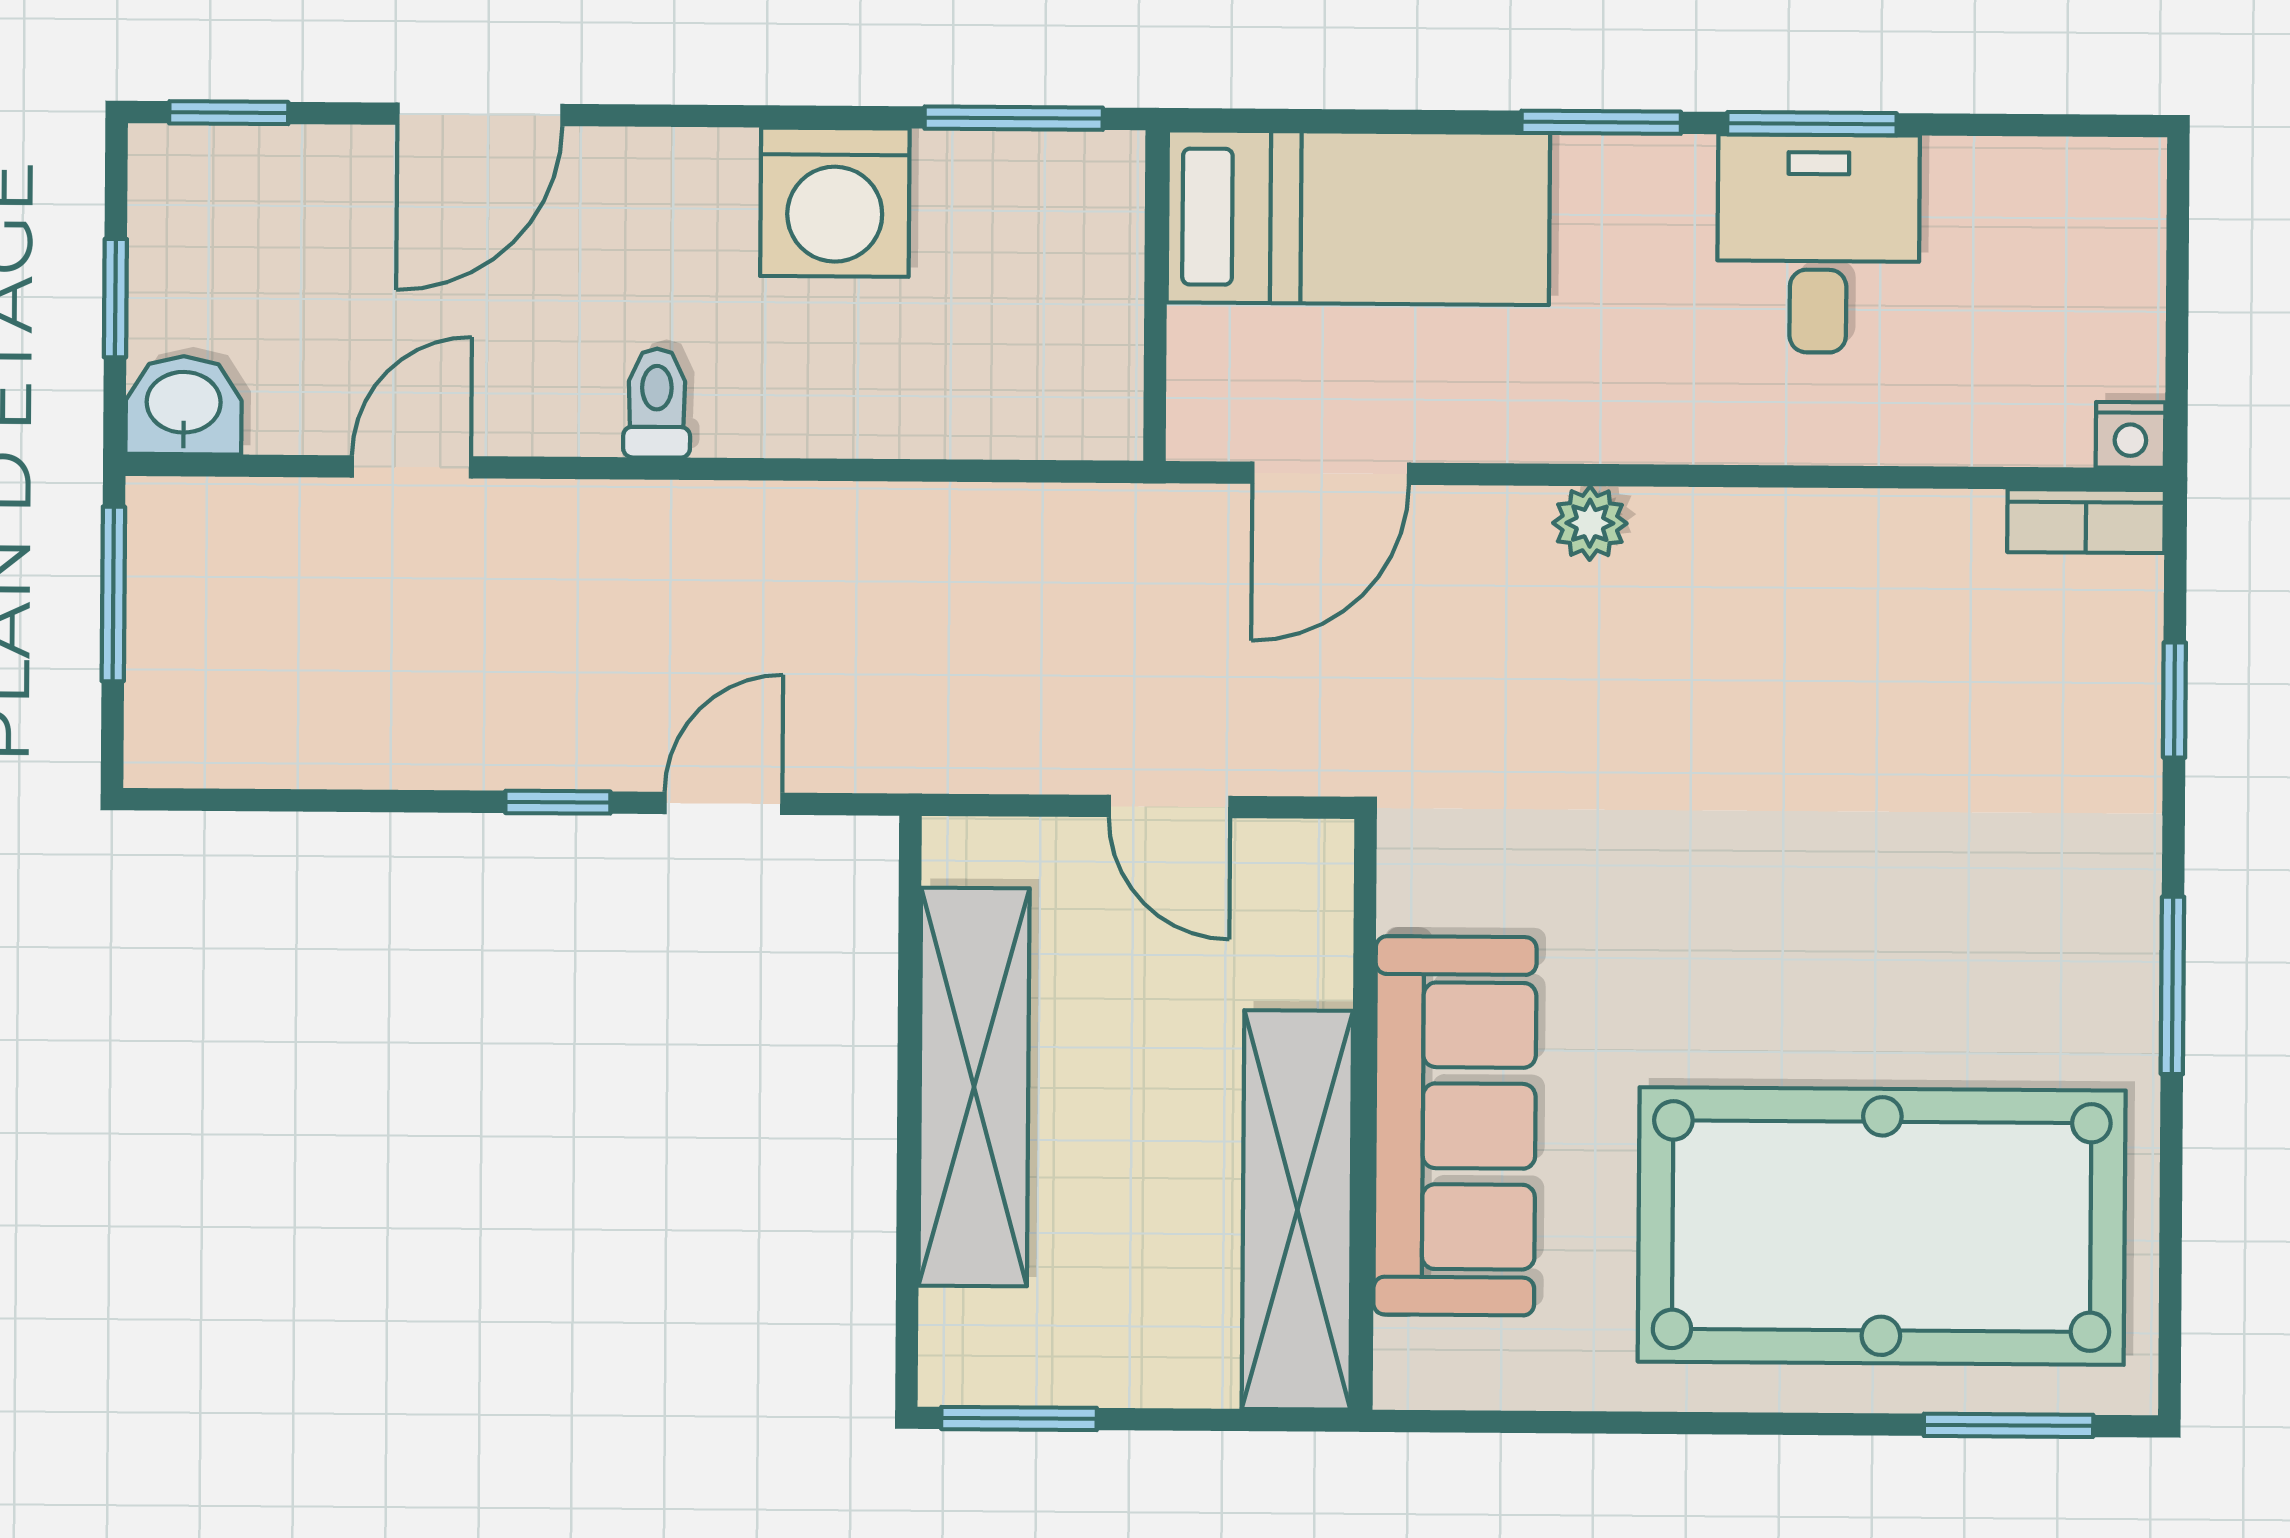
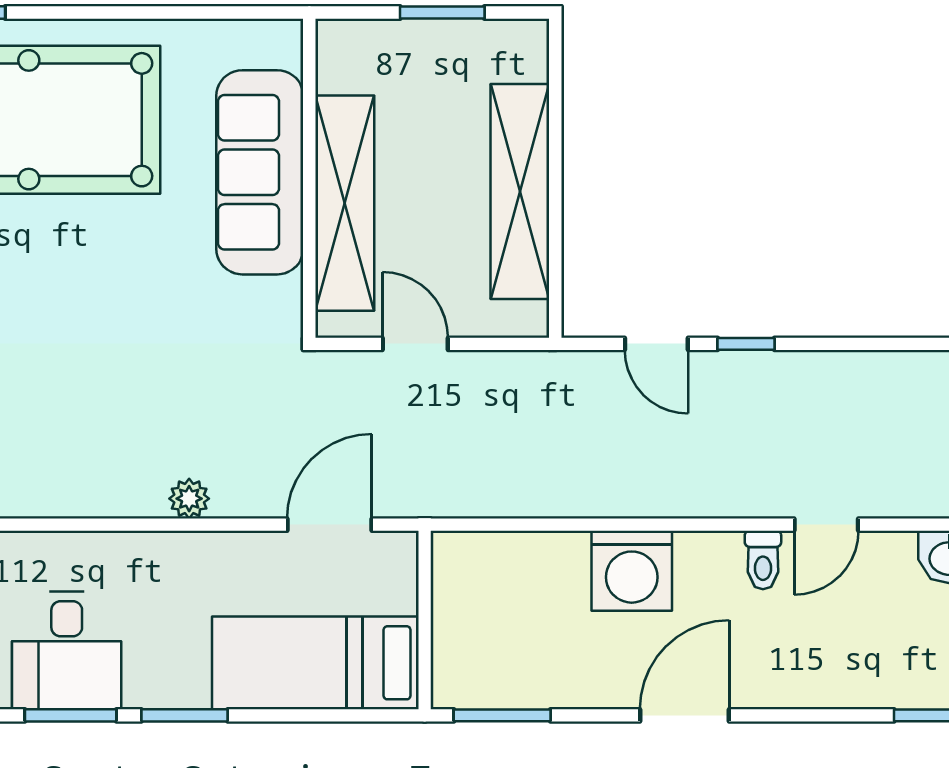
door: (480, 114) -> (684, 715), moved
washing machine: (835, 202) -> (632, 571), moved, turned 180
toilet: (657, 403) -> (763, 560), moved
door: (723, 803) -> (656, 344), hinge flipped
shelving: (1297, 1210) -> (345, 203), moved
window: (1019, 1418) -> (442, 12), moved

